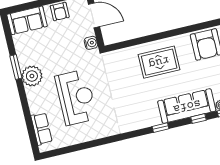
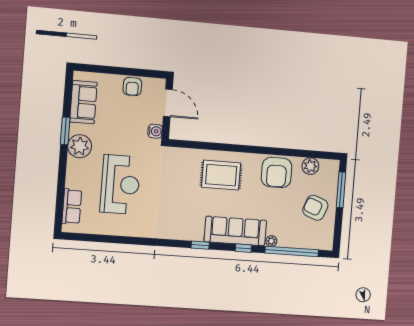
sofa: (27, 20) -> (83, 102), moved, turned -90

